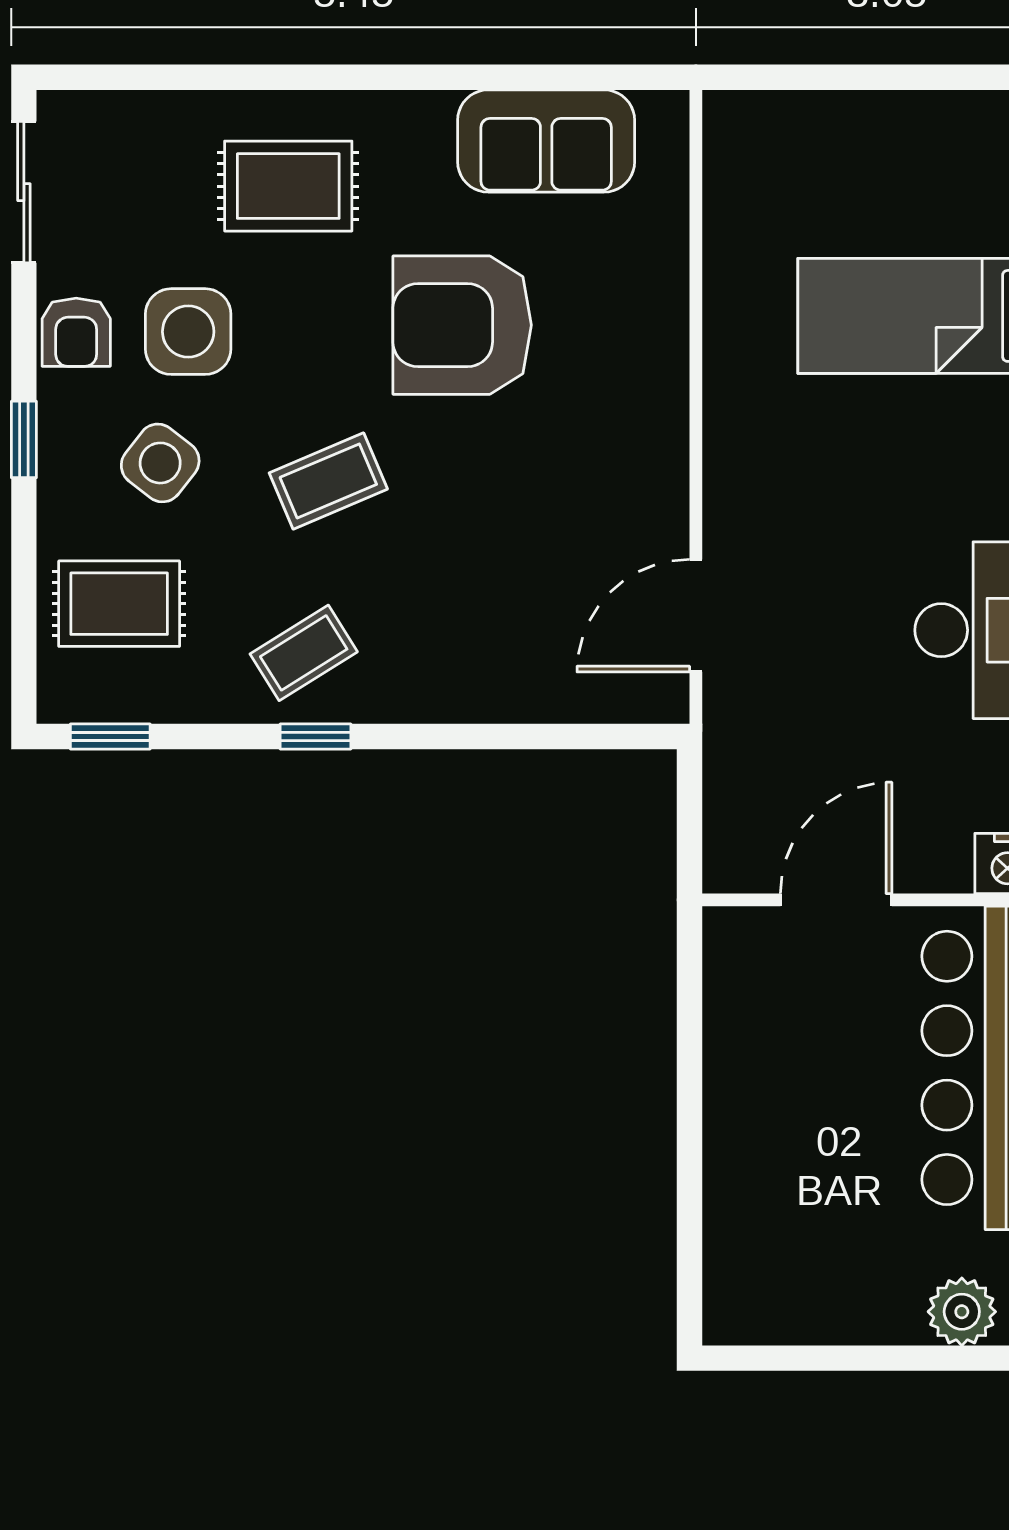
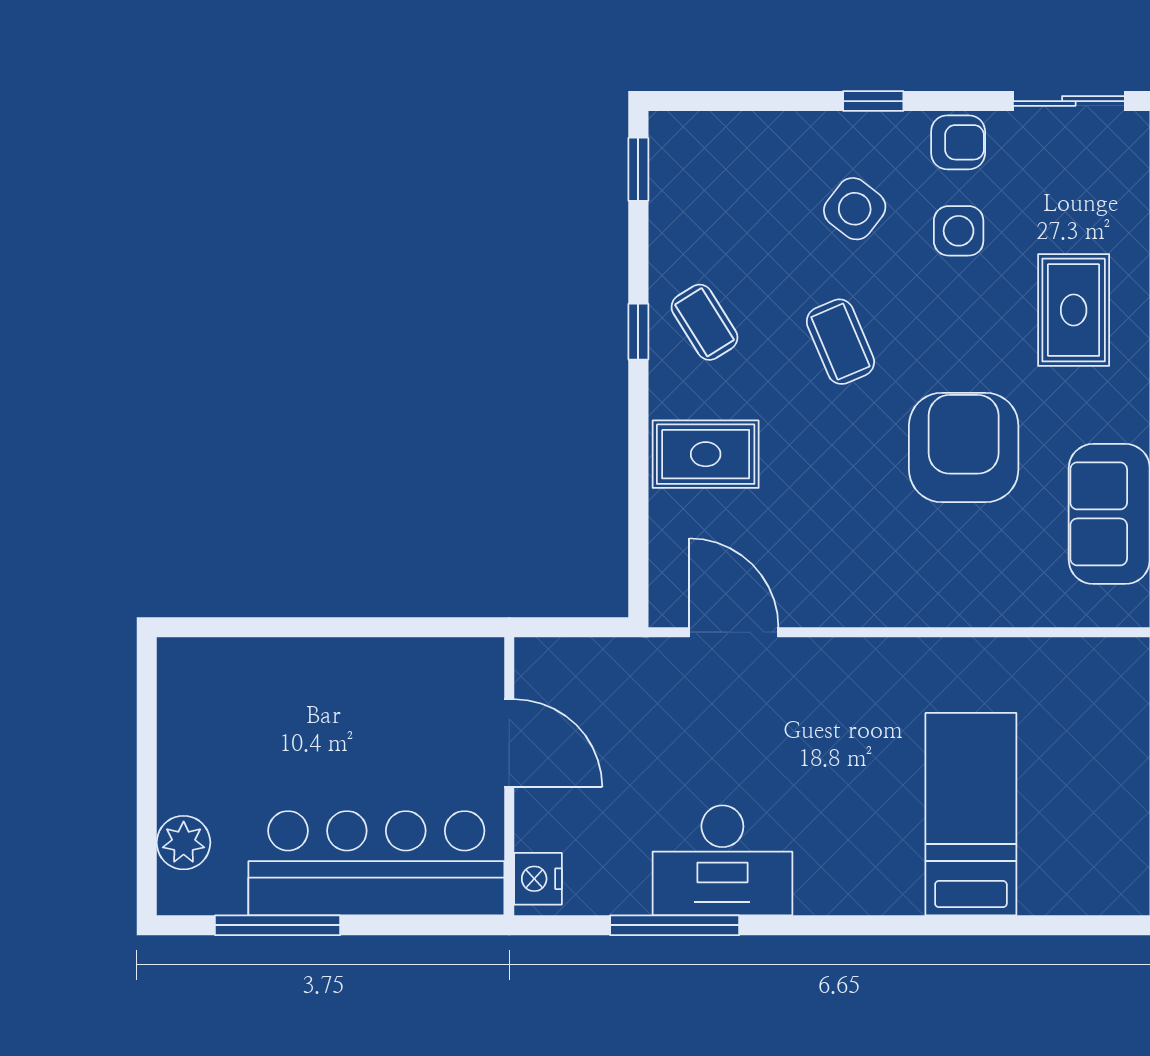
armchair: (76, 332) -> (958, 142), turned 180
side table: (188, 332) -> (959, 231), width x0.73, depth x0.73
rug: (119, 604) -> (706, 454), moved, turned 90

